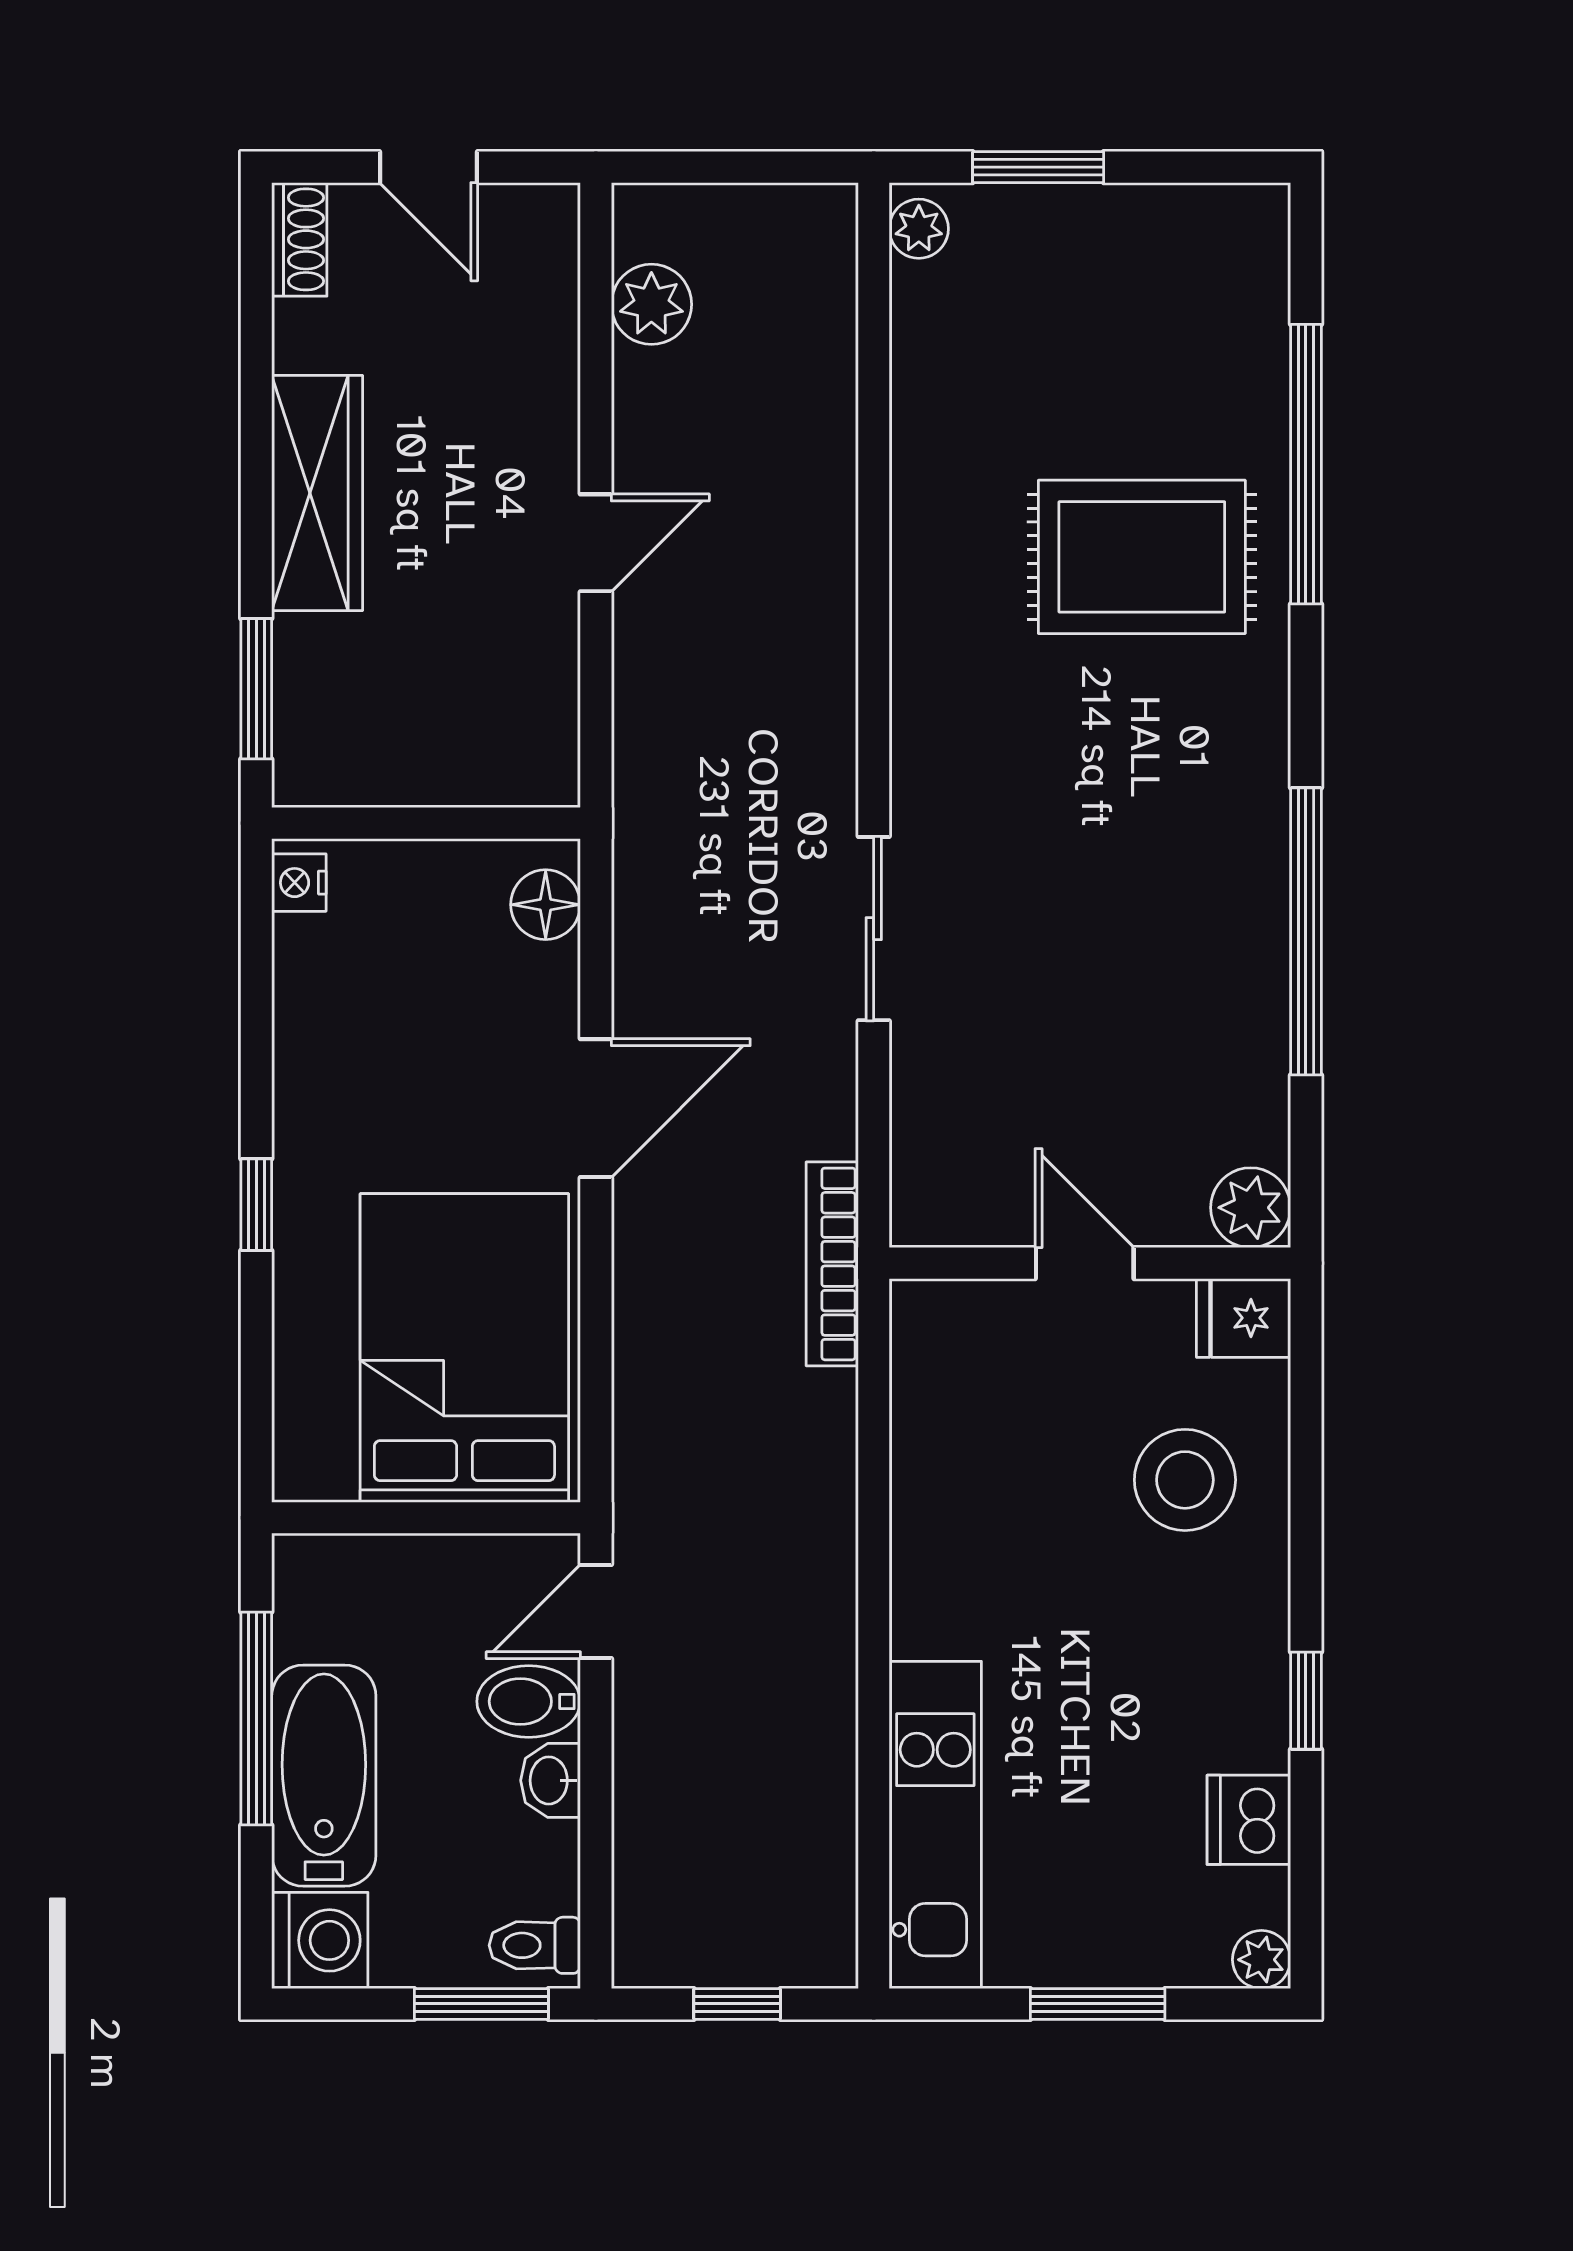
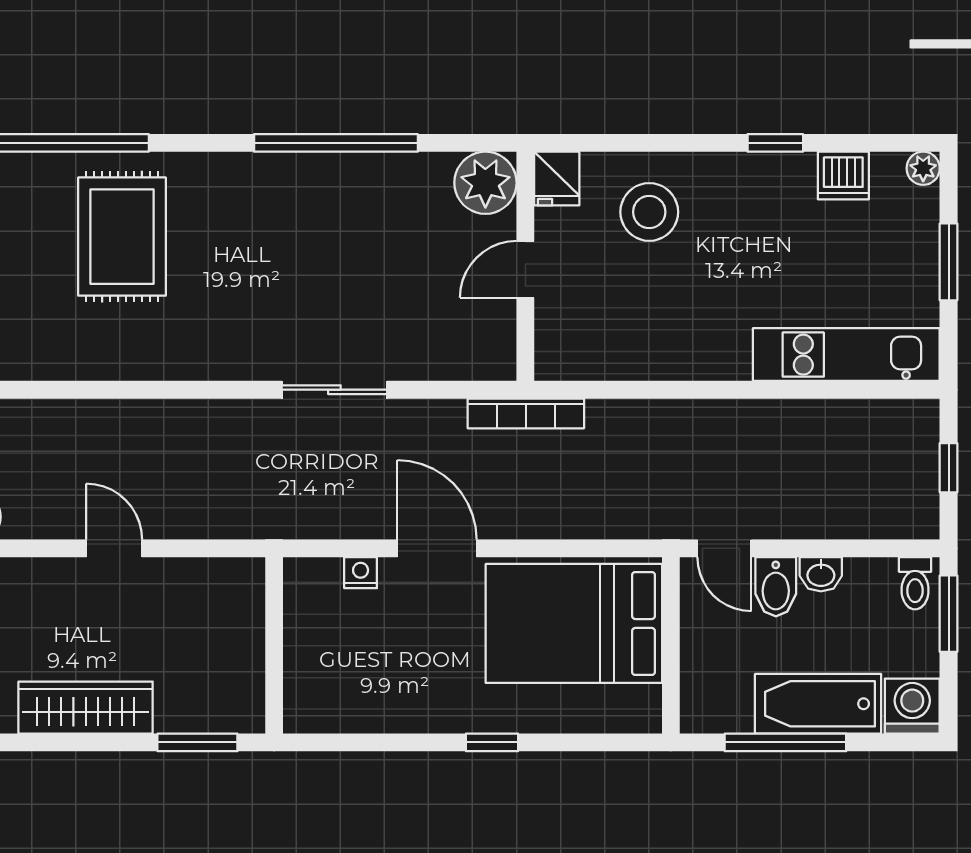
nightstand: (299, 883) -> (361, 573), moved, turned 180
floor lamp: (546, 905) -> (321, 577), removed
plant: (1251, 1208) -> (485, 183), width x1.36, depth x1.36

